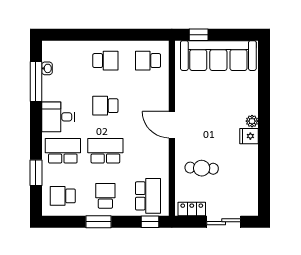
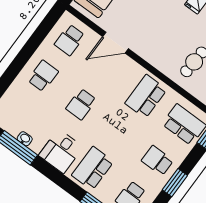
washbasin: (47, 68) -> (25, 139), moved
door: (172, 125) -> (115, 43), moved
school desk: (105, 151) -> (146, 96), moved

